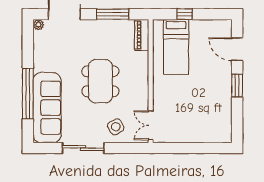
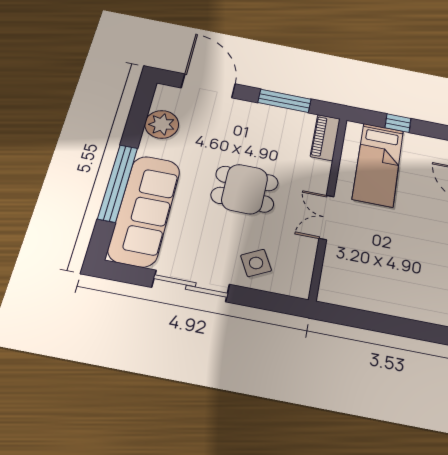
plant: (38, 25) -> (162, 124), moved, width x1.88, depth x1.88
dining table: (100, 81) -> (245, 189), width x0.73
double door: (151, 125) -> (326, 217), moved

